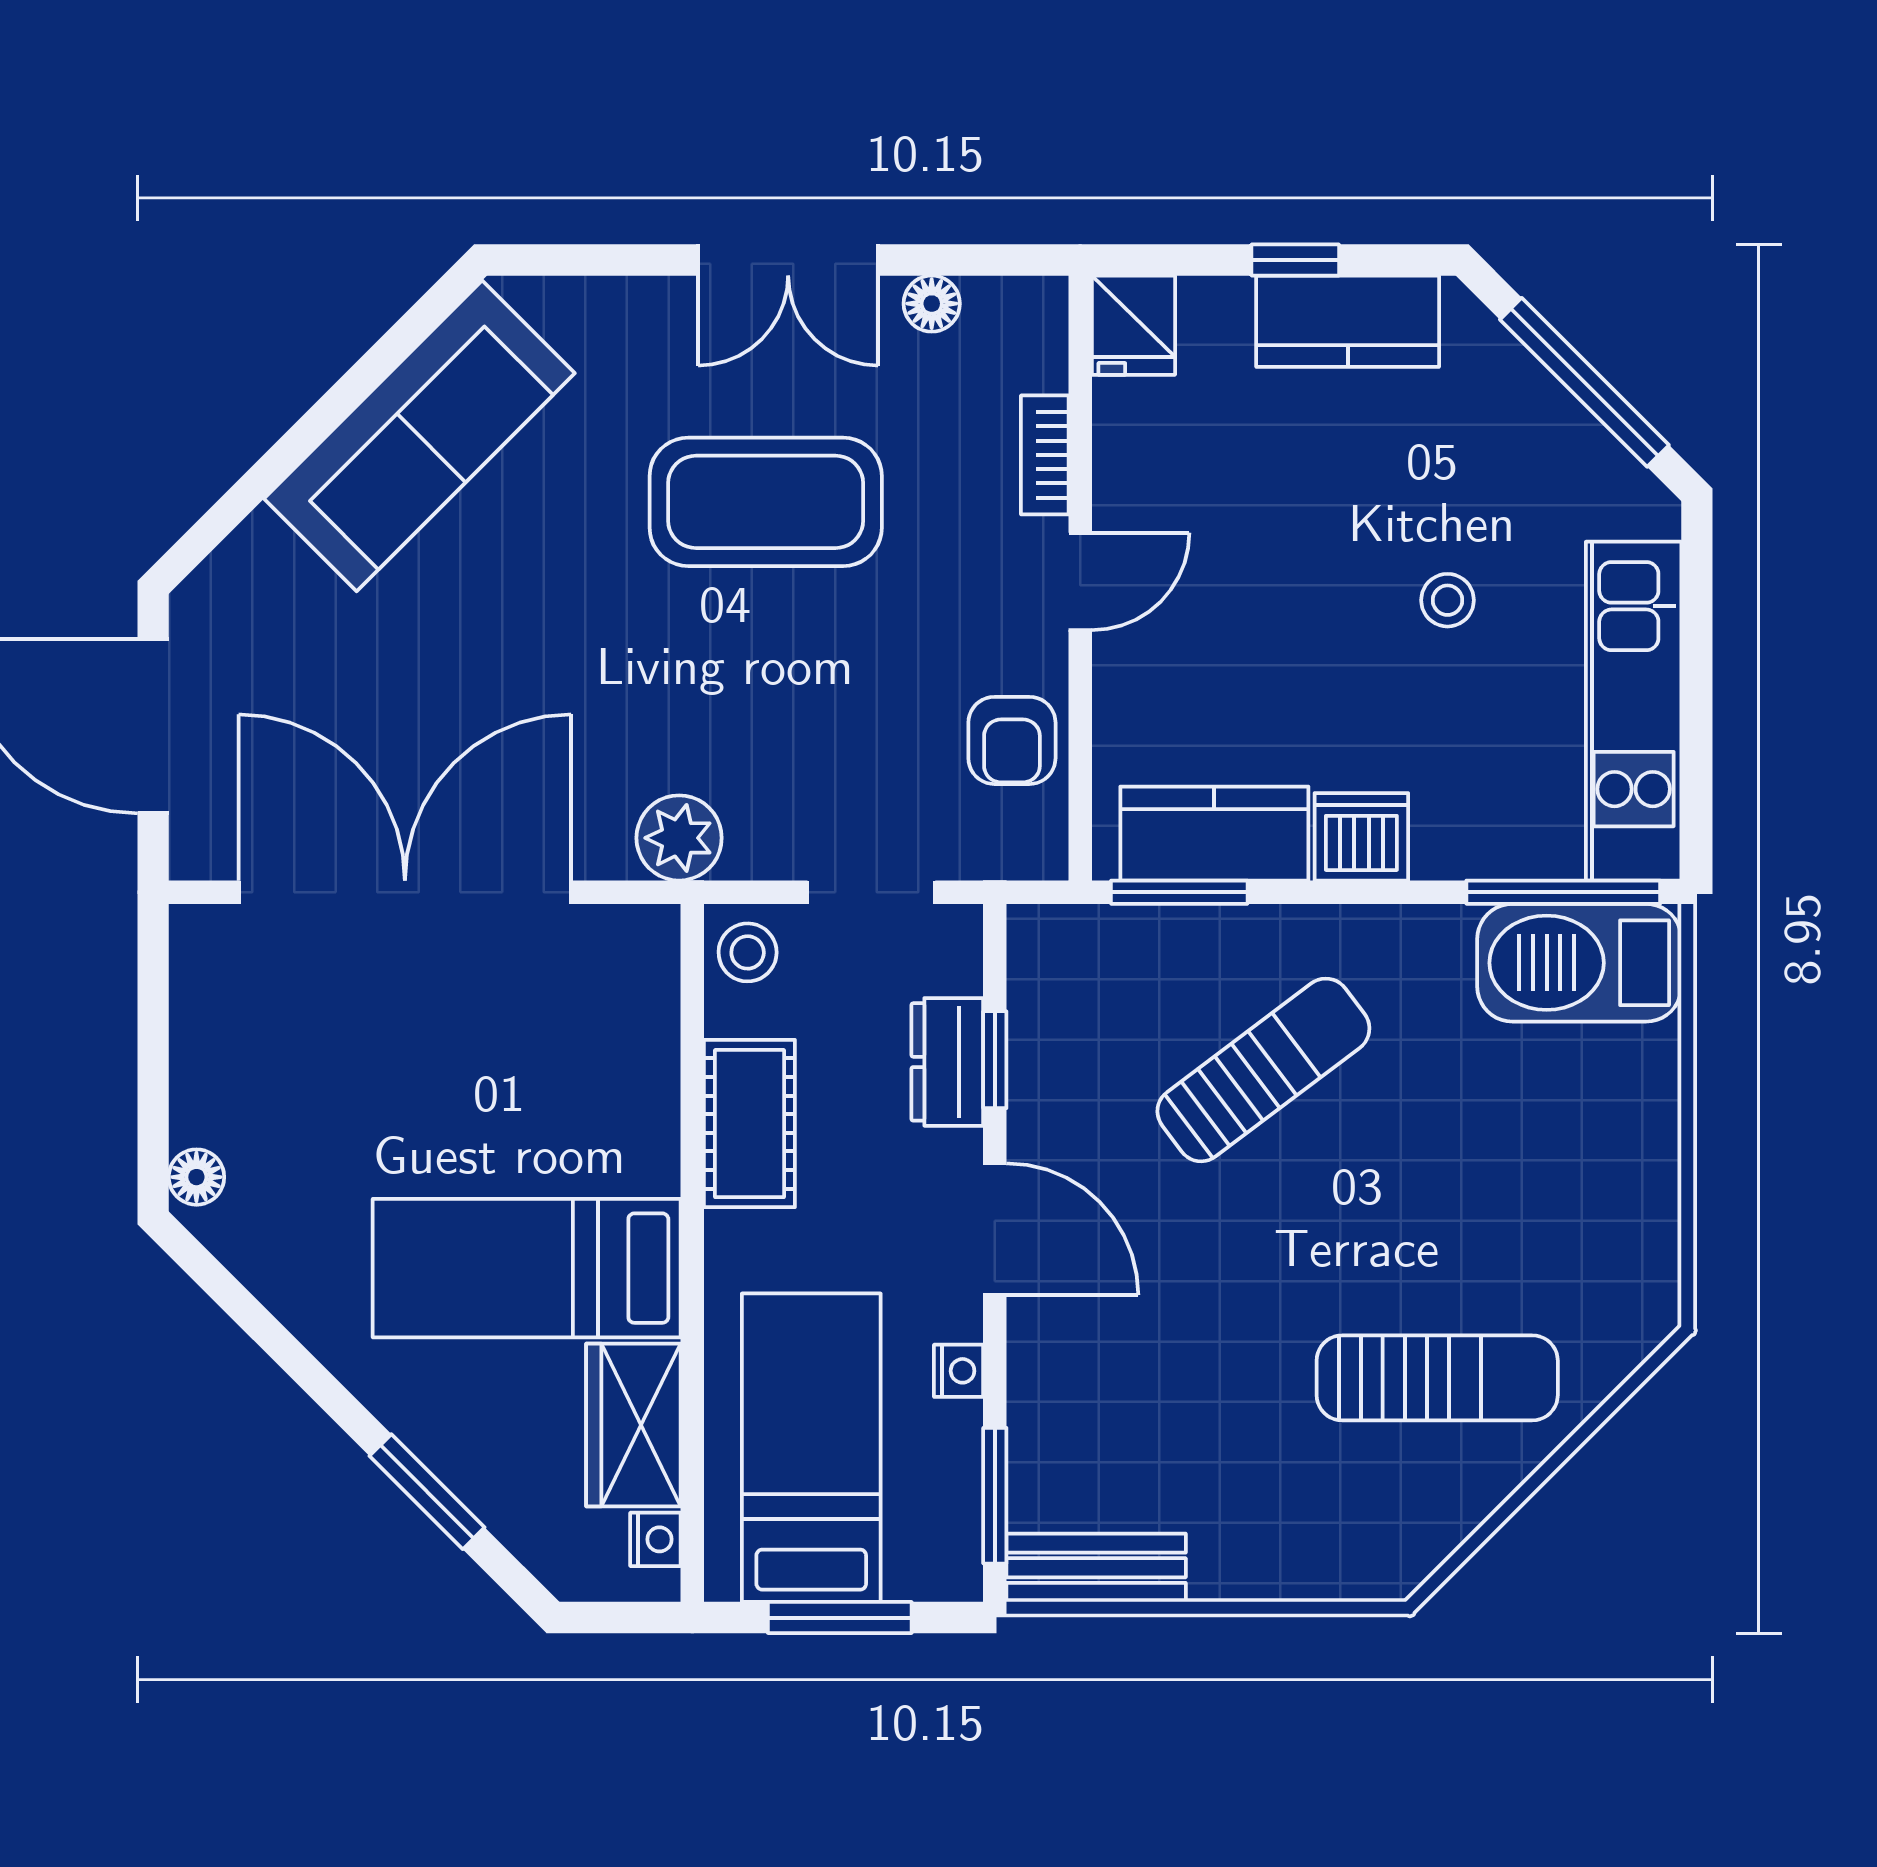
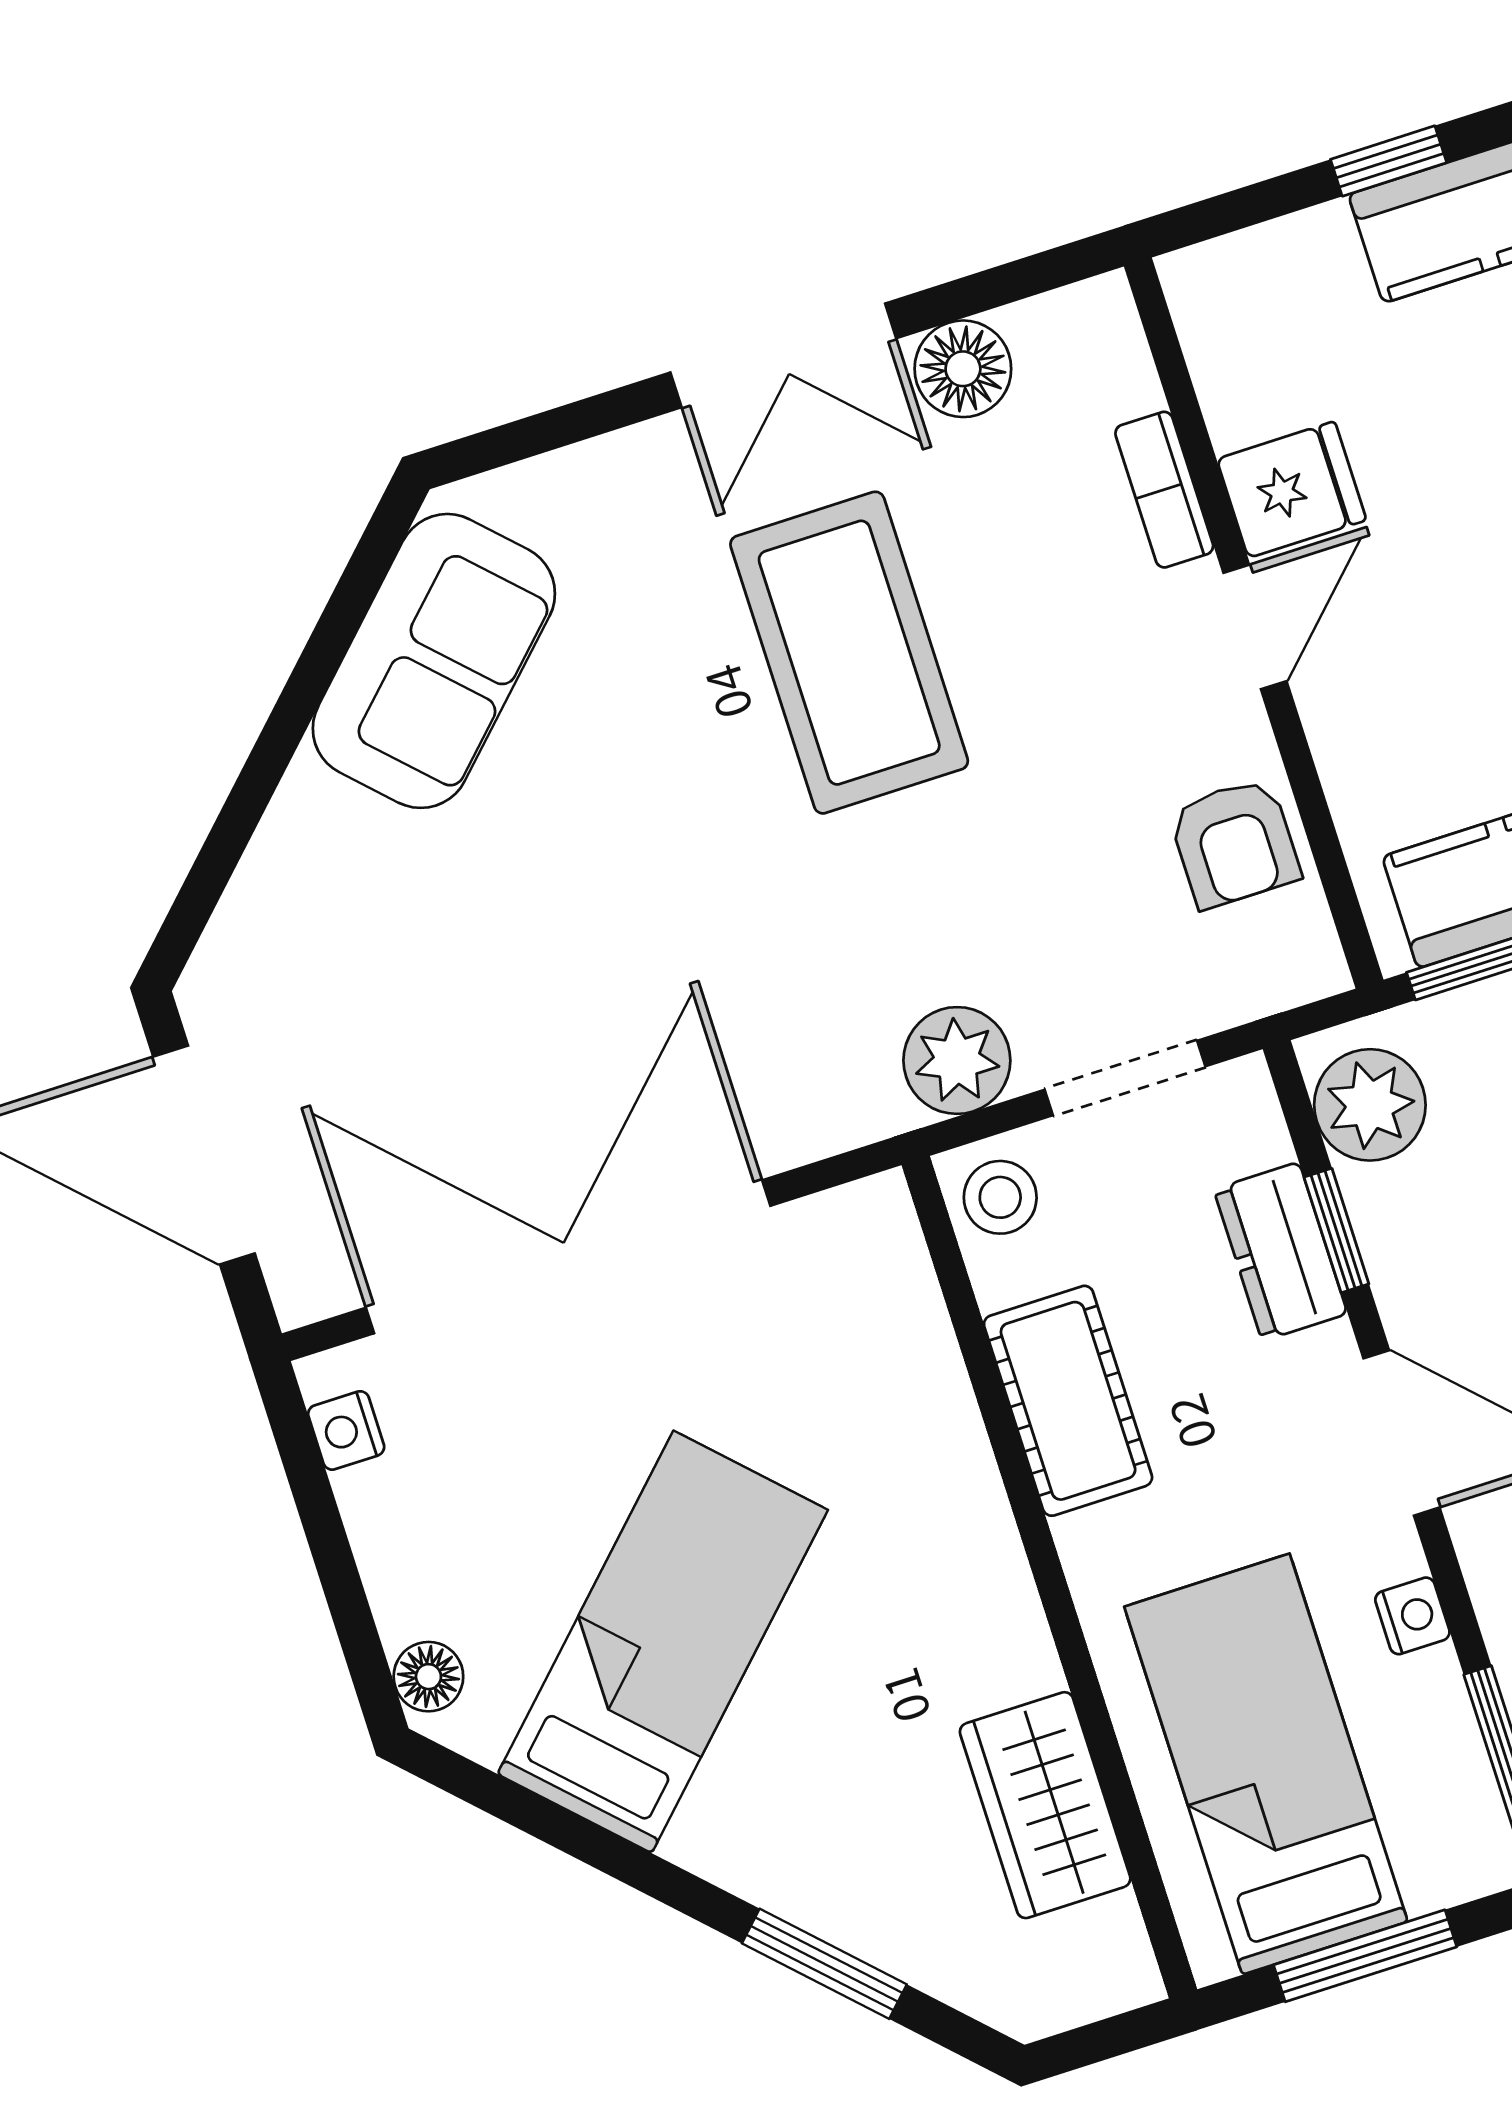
floor lamp: (932, 304) -> (963, 369), width x1.37, depth x1.37
fridge: (1133, 325) -> (1292, 490), moved, turned -90
sofa: (419, 436) -> (434, 661), width x0.73
coffee table: (766, 502) -> (849, 653), turned 90
plant: (679, 838) -> (957, 1060), moved
plant: (1051, 972) -> (1370, 1105), added
bed: (527, 1268) -> (663, 1642), moved, turned 135
nightstand: (655, 1539) -> (346, 1430), moved, turned 180

